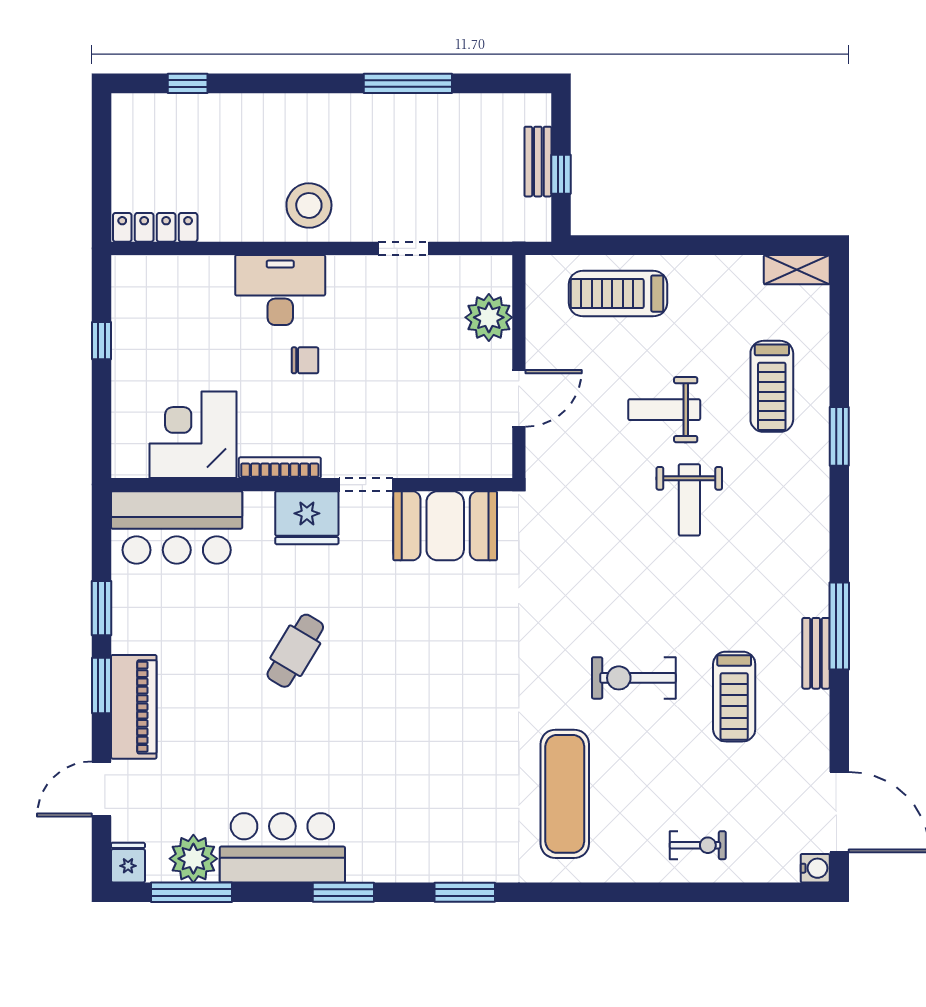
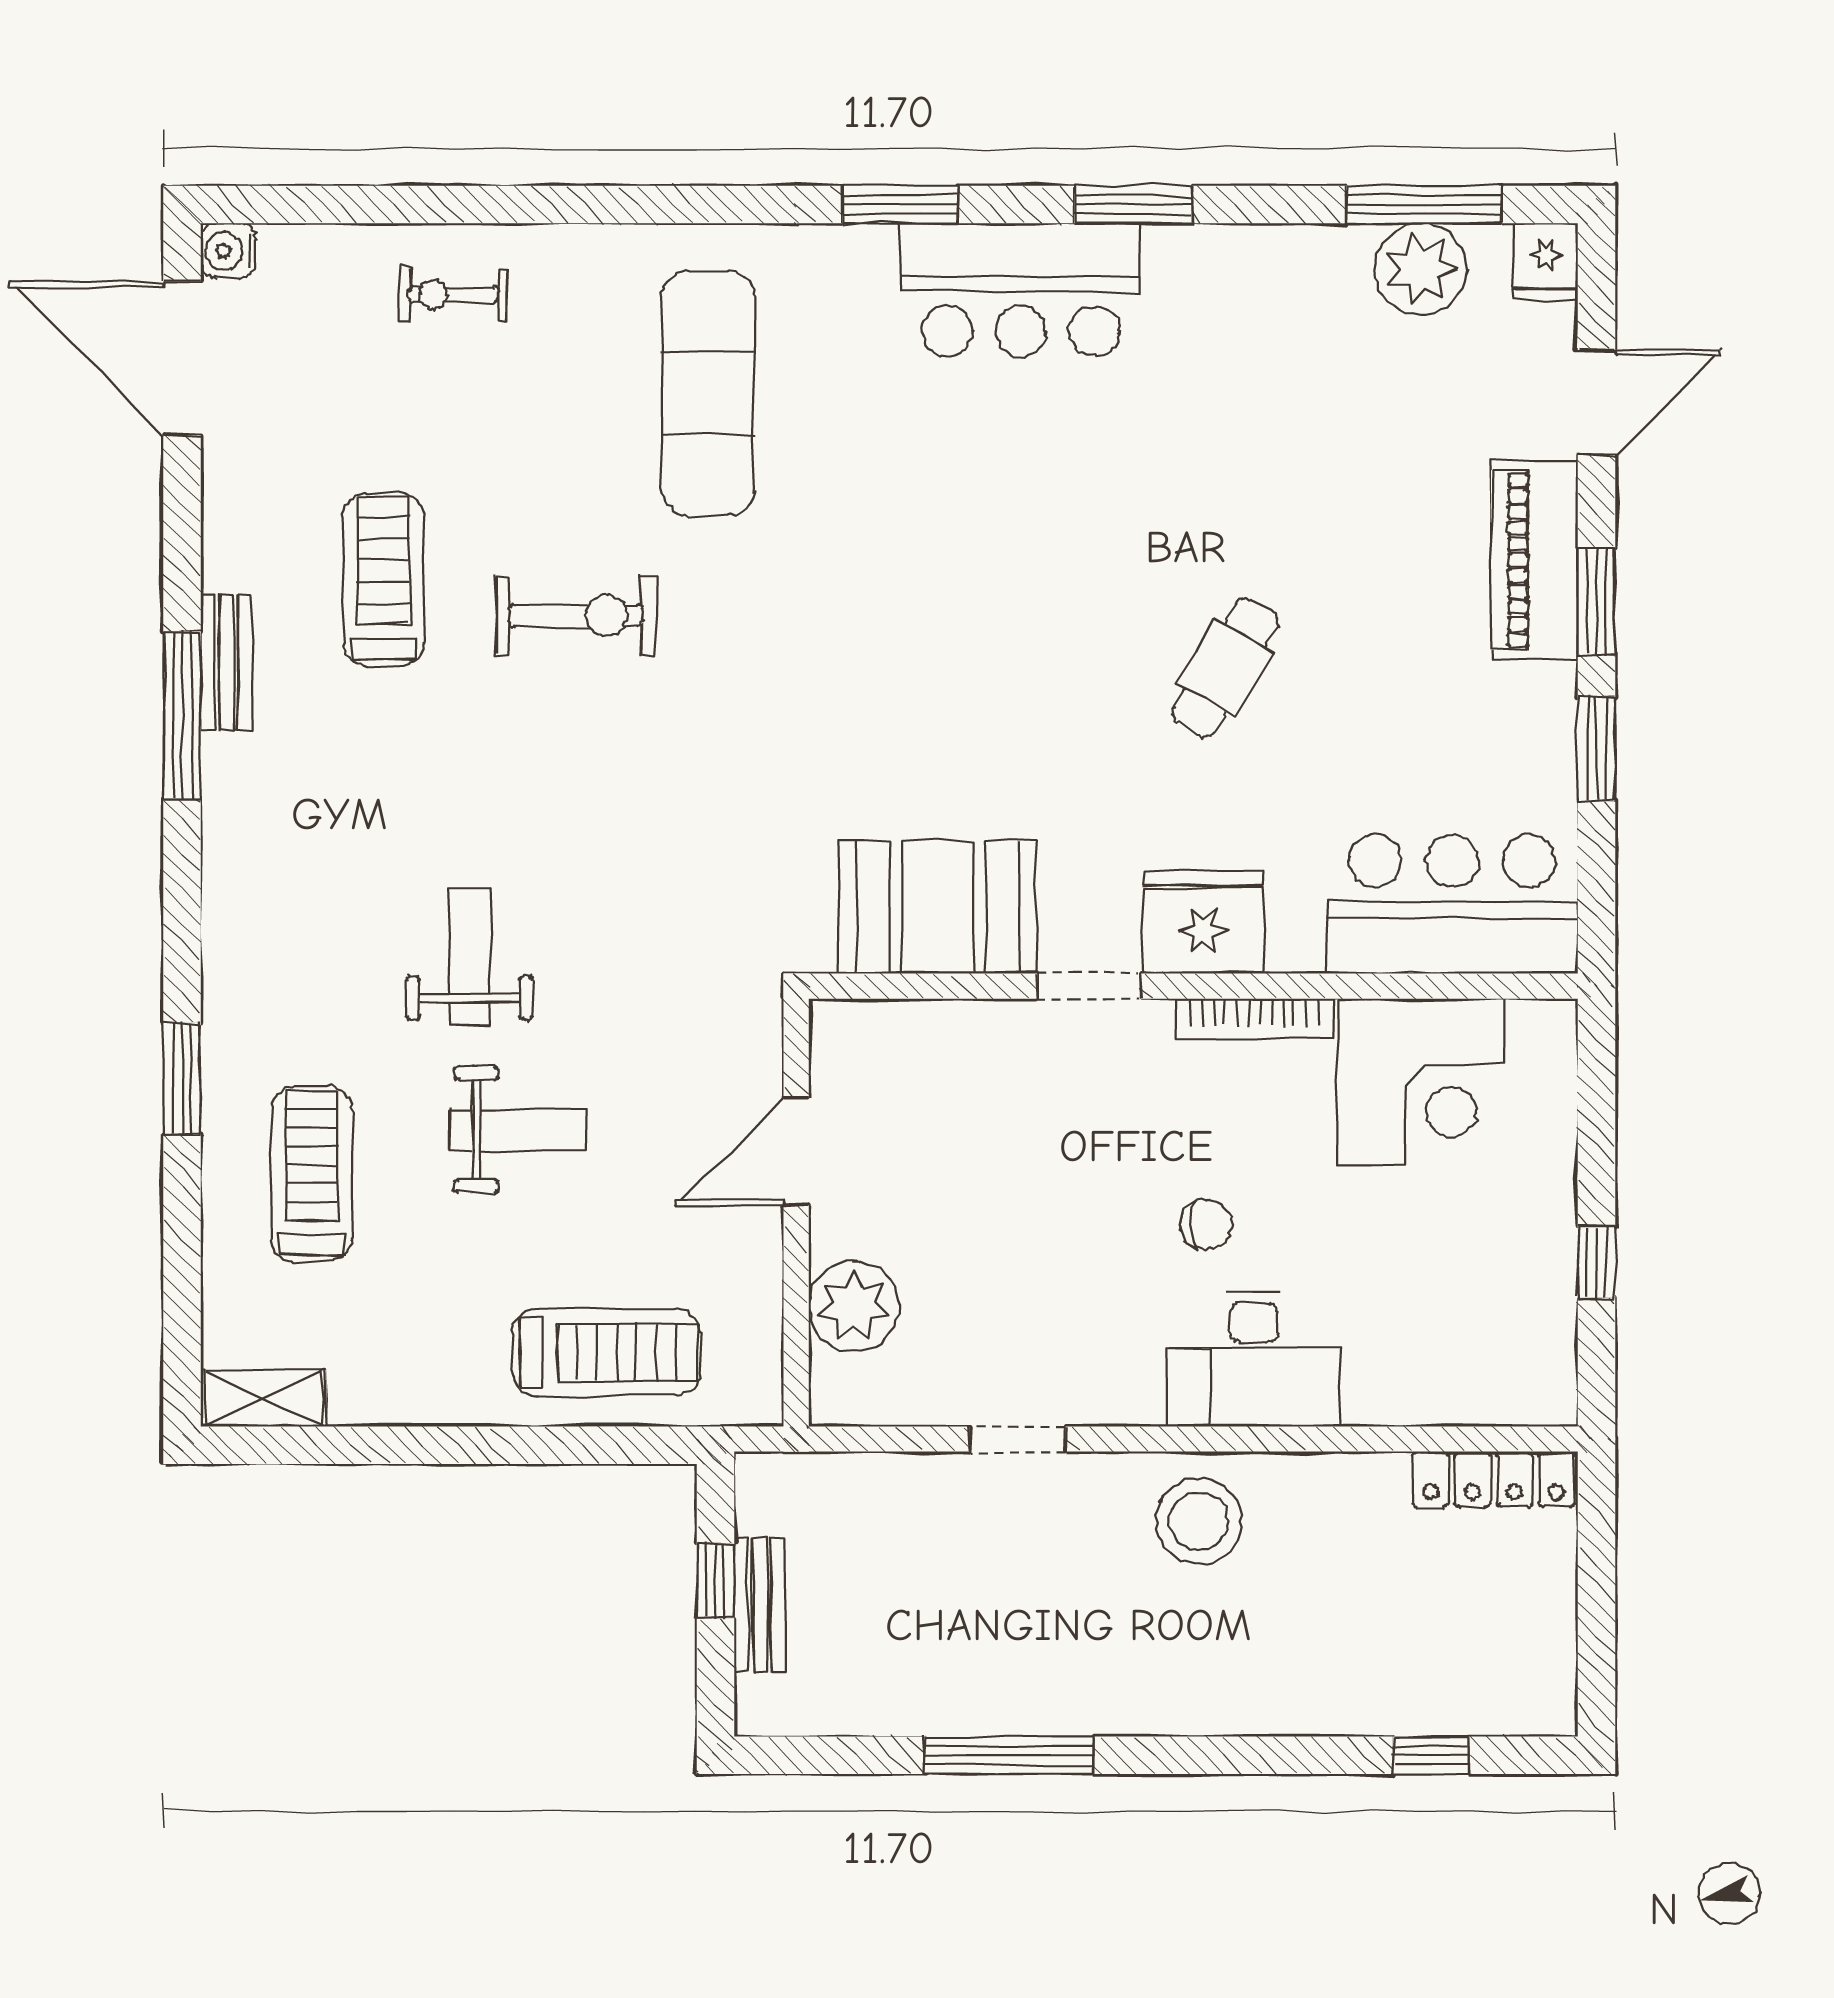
chair: (305, 360) -> (1206, 1224), turned 180
bar counter: (282, 848) -> (1021, 290), moved

